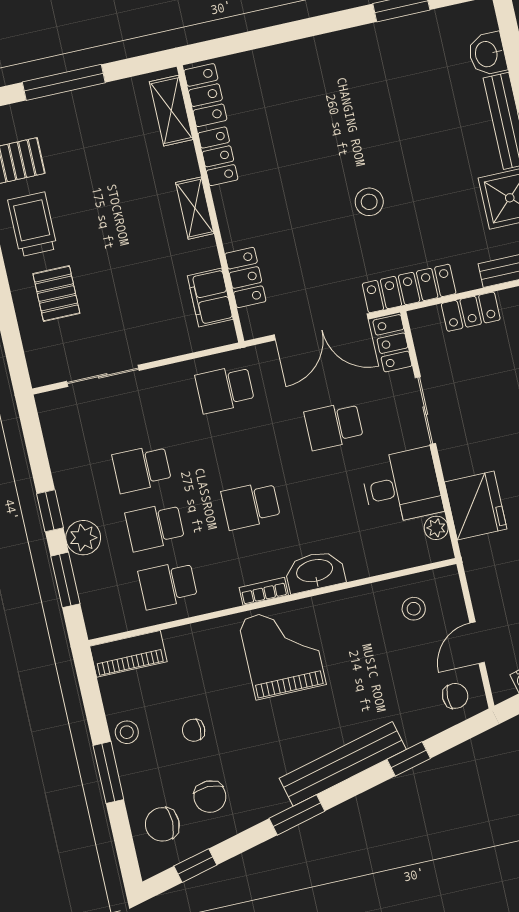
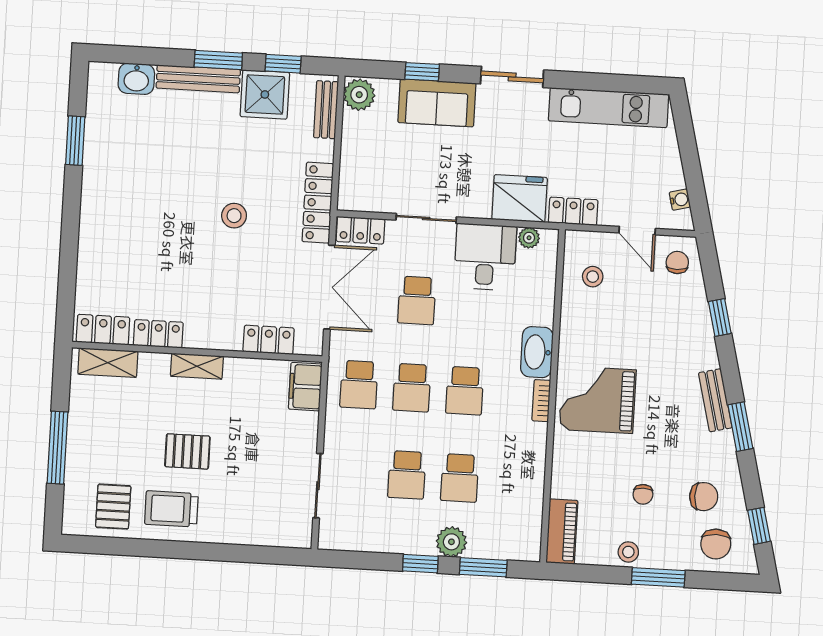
pallet: (56, 294) -> (187, 451), moved
filing cabinet: (210, 298) -> (305, 387), moved, turned 90
locker: (471, 312) -> (573, 211), moved, turned -90
school desk: (168, 585) -> (412, 388), moved
bench: (343, 764) -> (715, 400), width x0.54, depth x0.82

